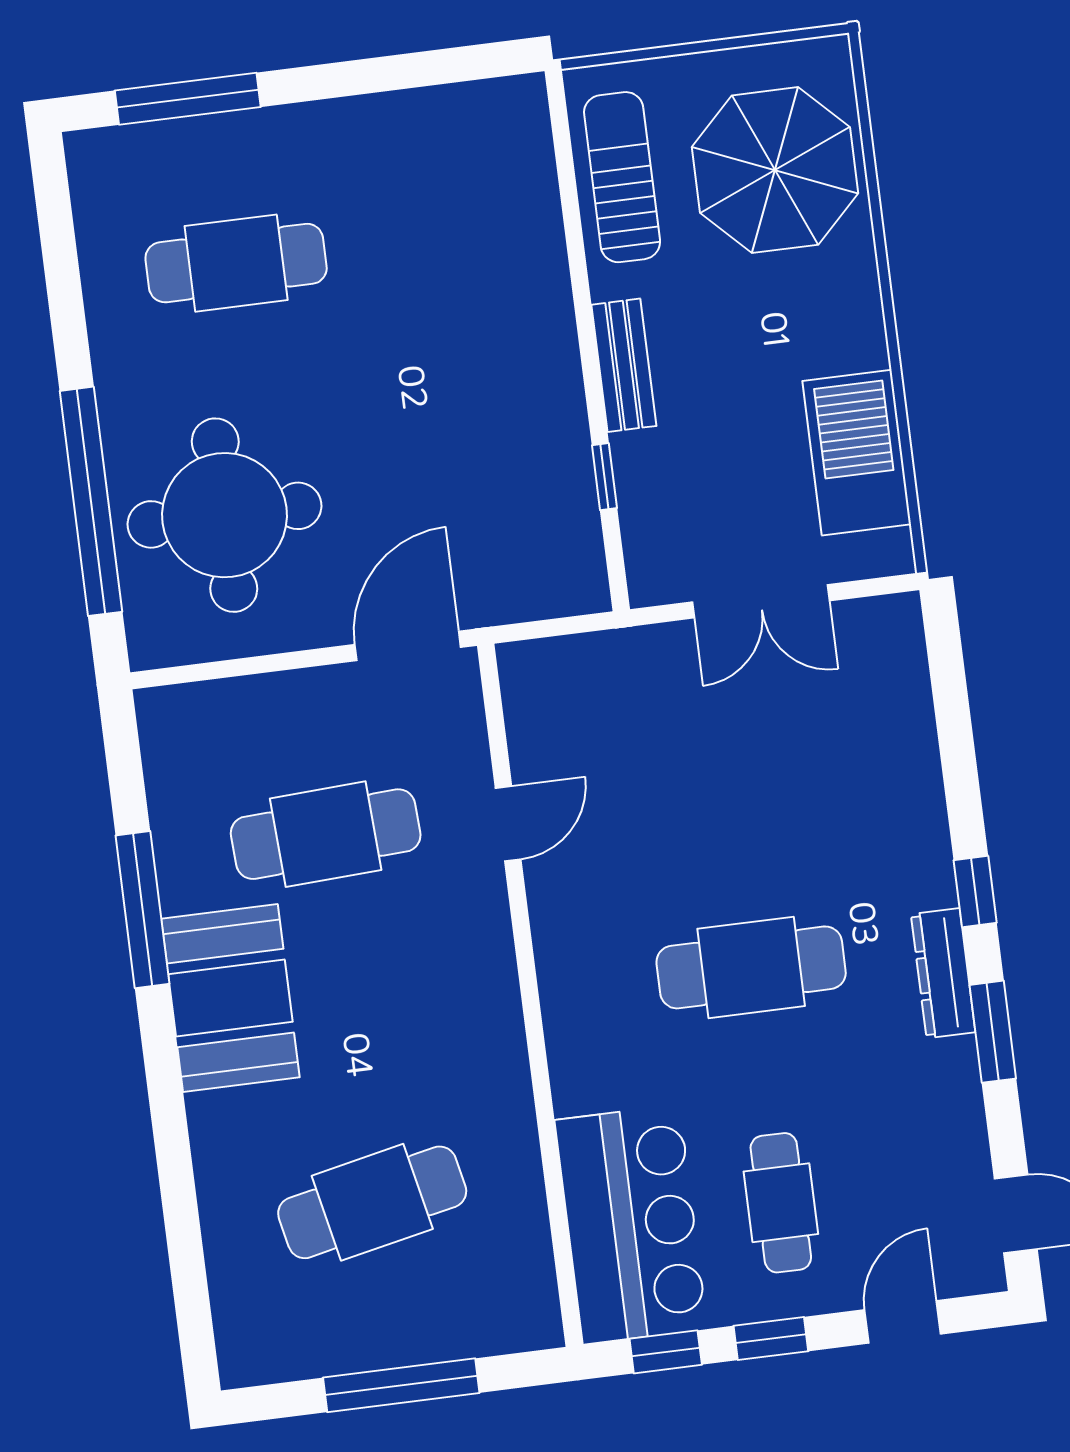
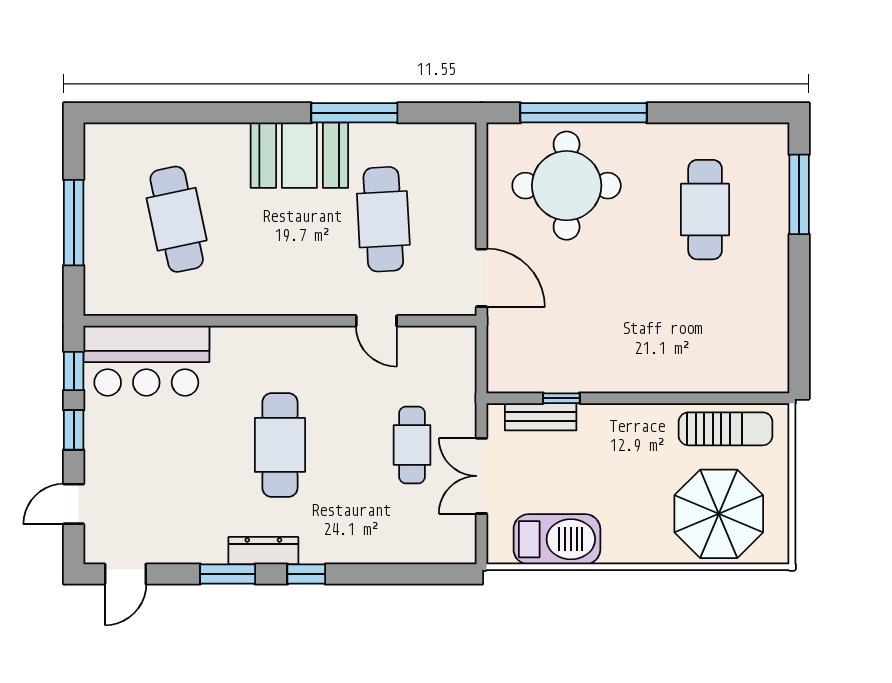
bench: (624, 365) -> (541, 417), moved
cafe table: (781, 1203) -> (412, 445), moved, turned 90
door: (903, 1322) -> (74, 504), swing flipped

